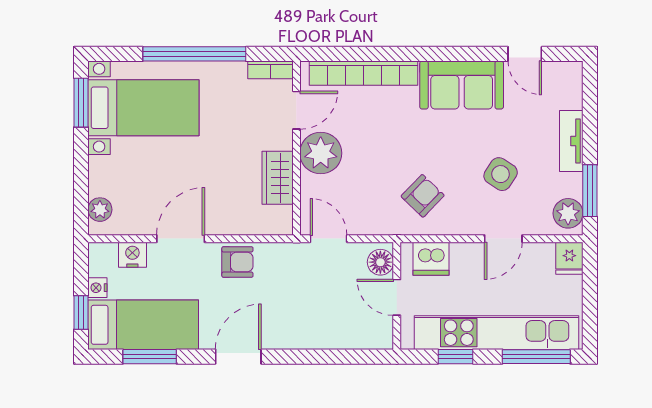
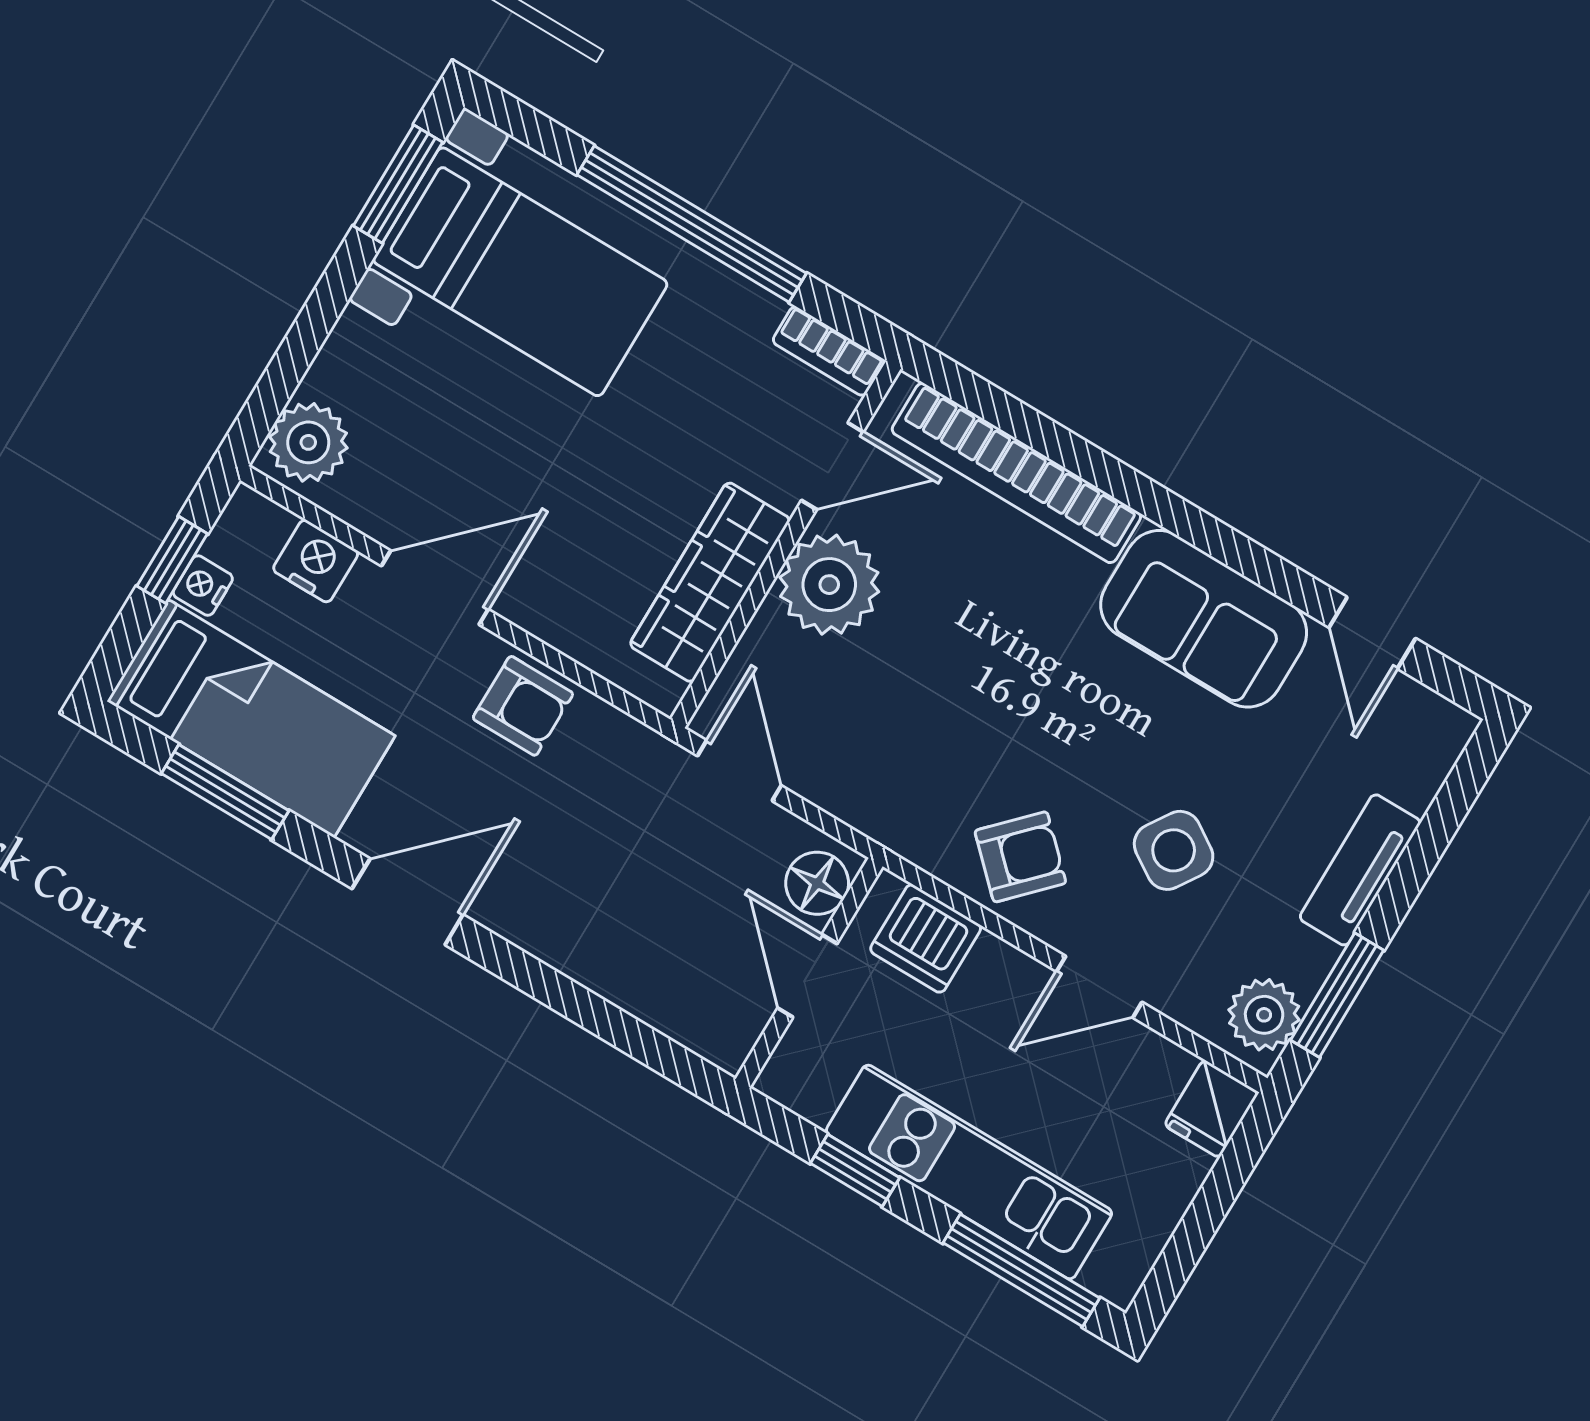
wardrobe: (278, 178) -> (710, 582), width x1.50
armchair: (423, 196) -> (1020, 857), moved
plant: (100, 210) -> (308, 442), width x1.38, depth x1.38
window: (81, 313) -> (172, 560), moved
kitchen unit: (497, 333) -> (969, 1172), width x0.73

